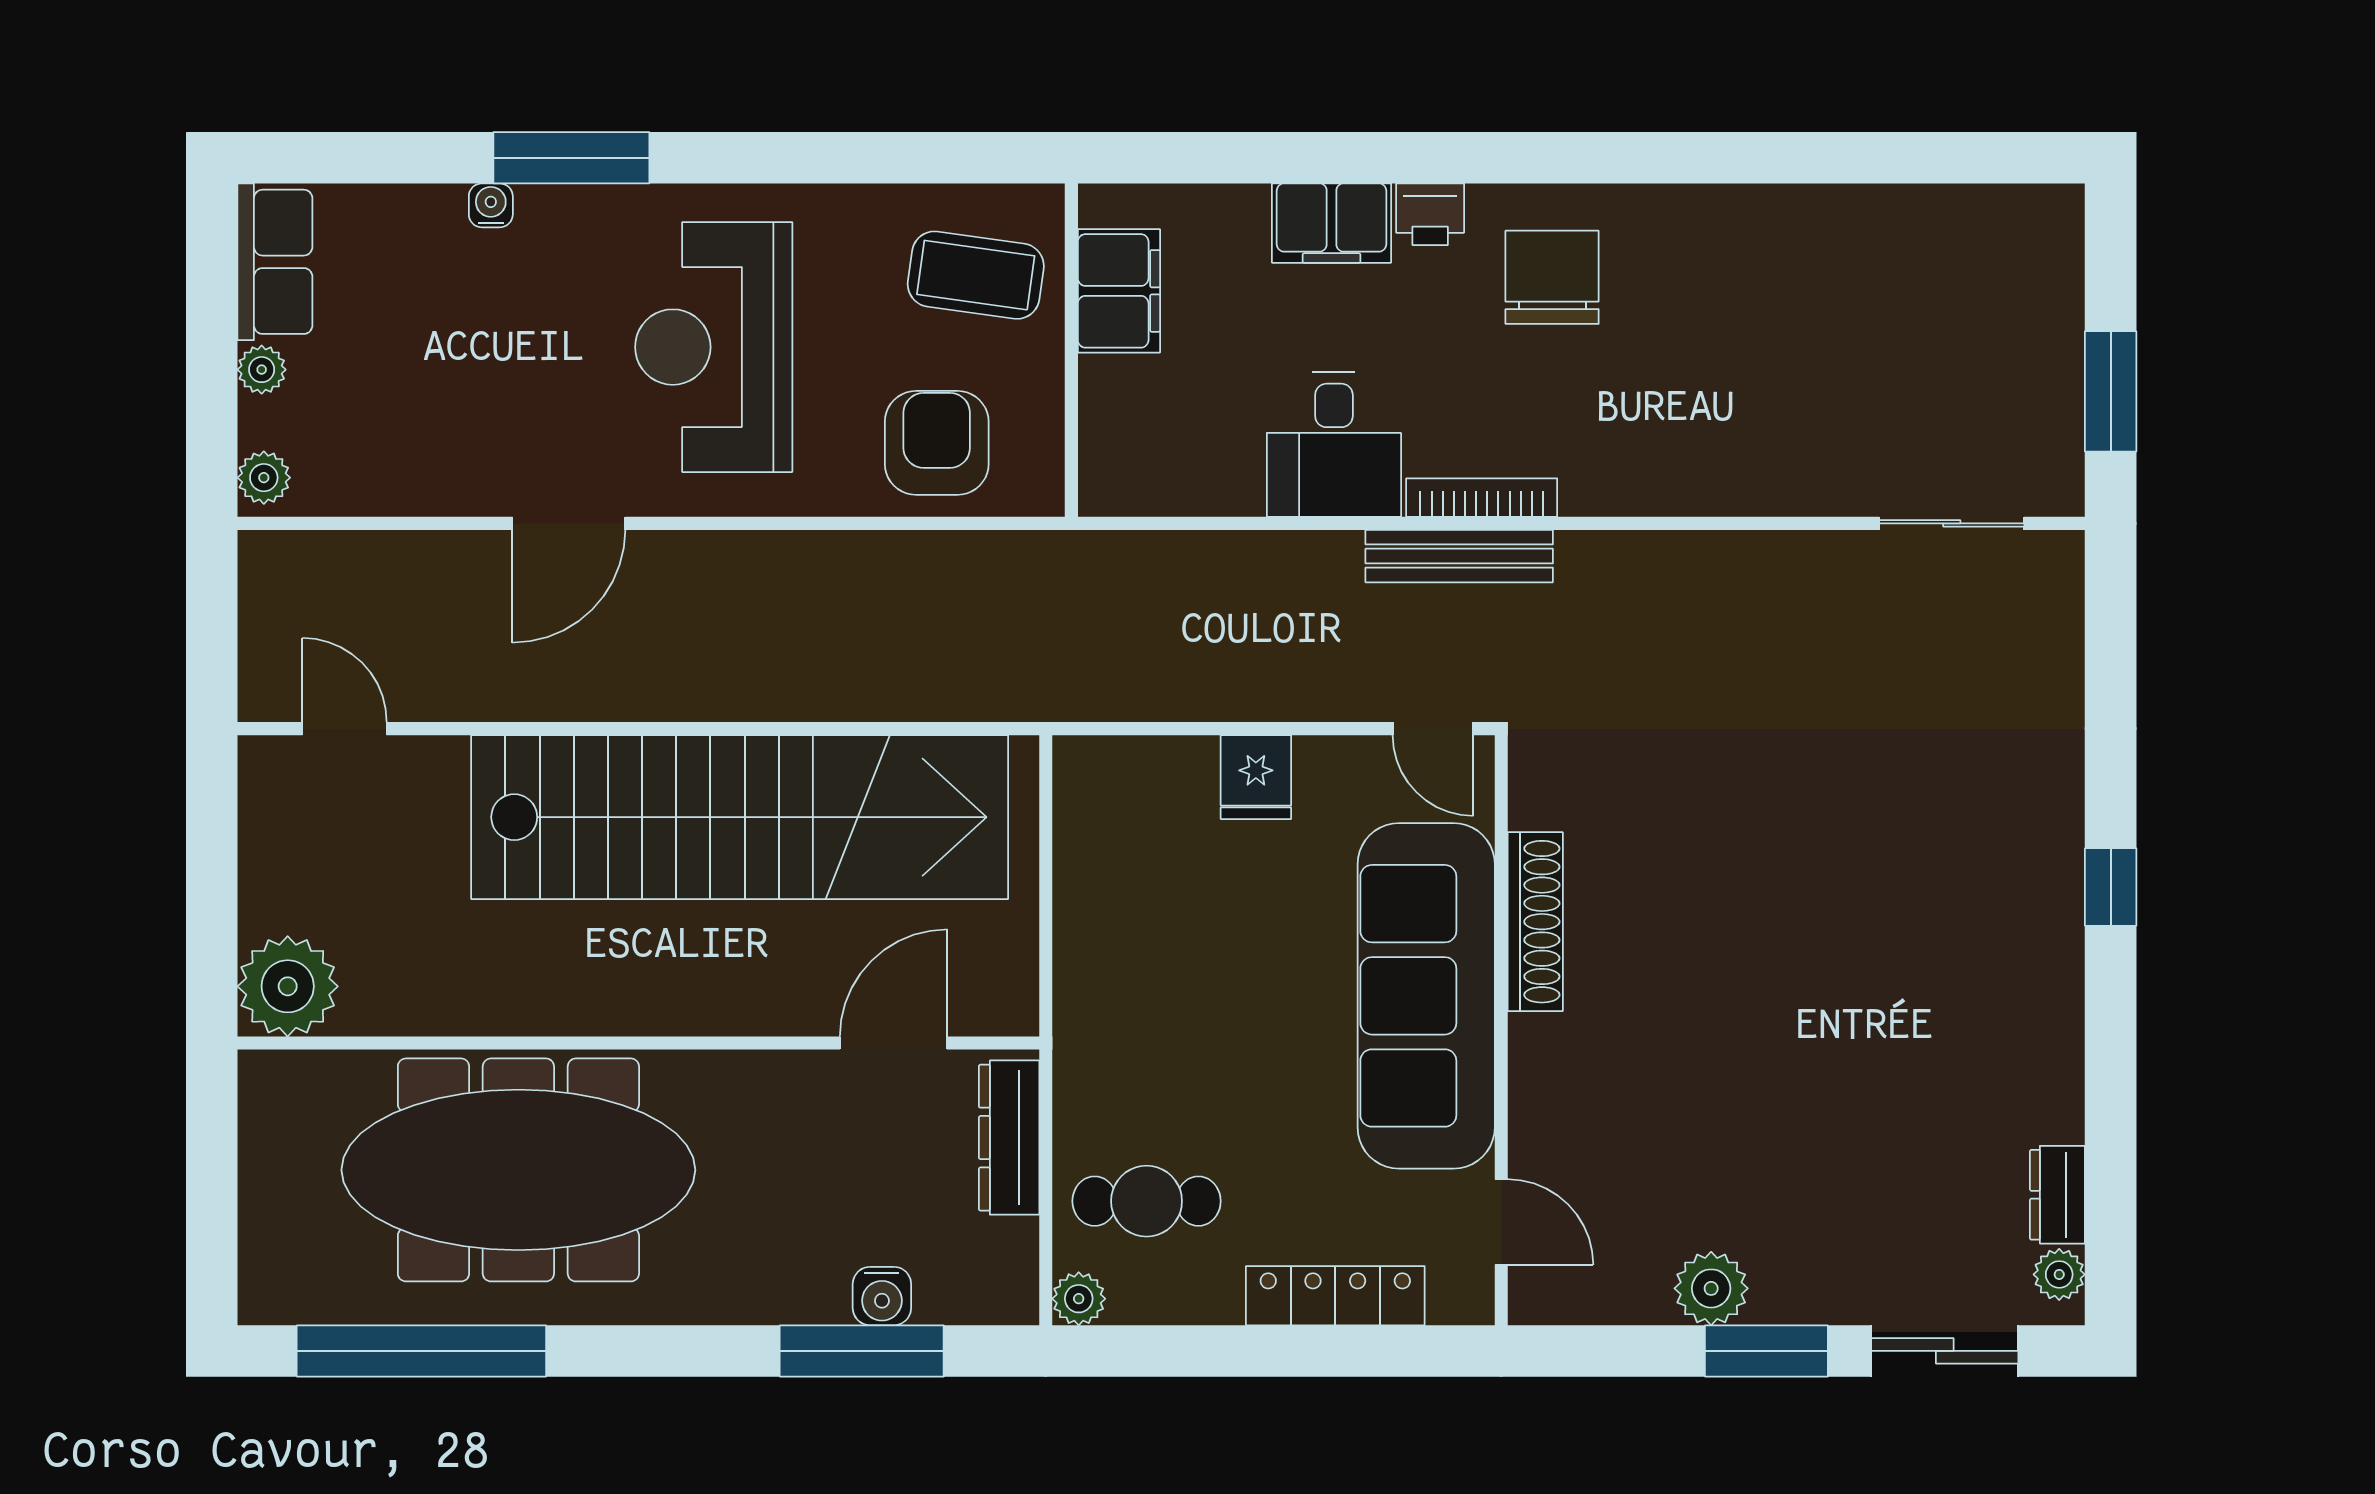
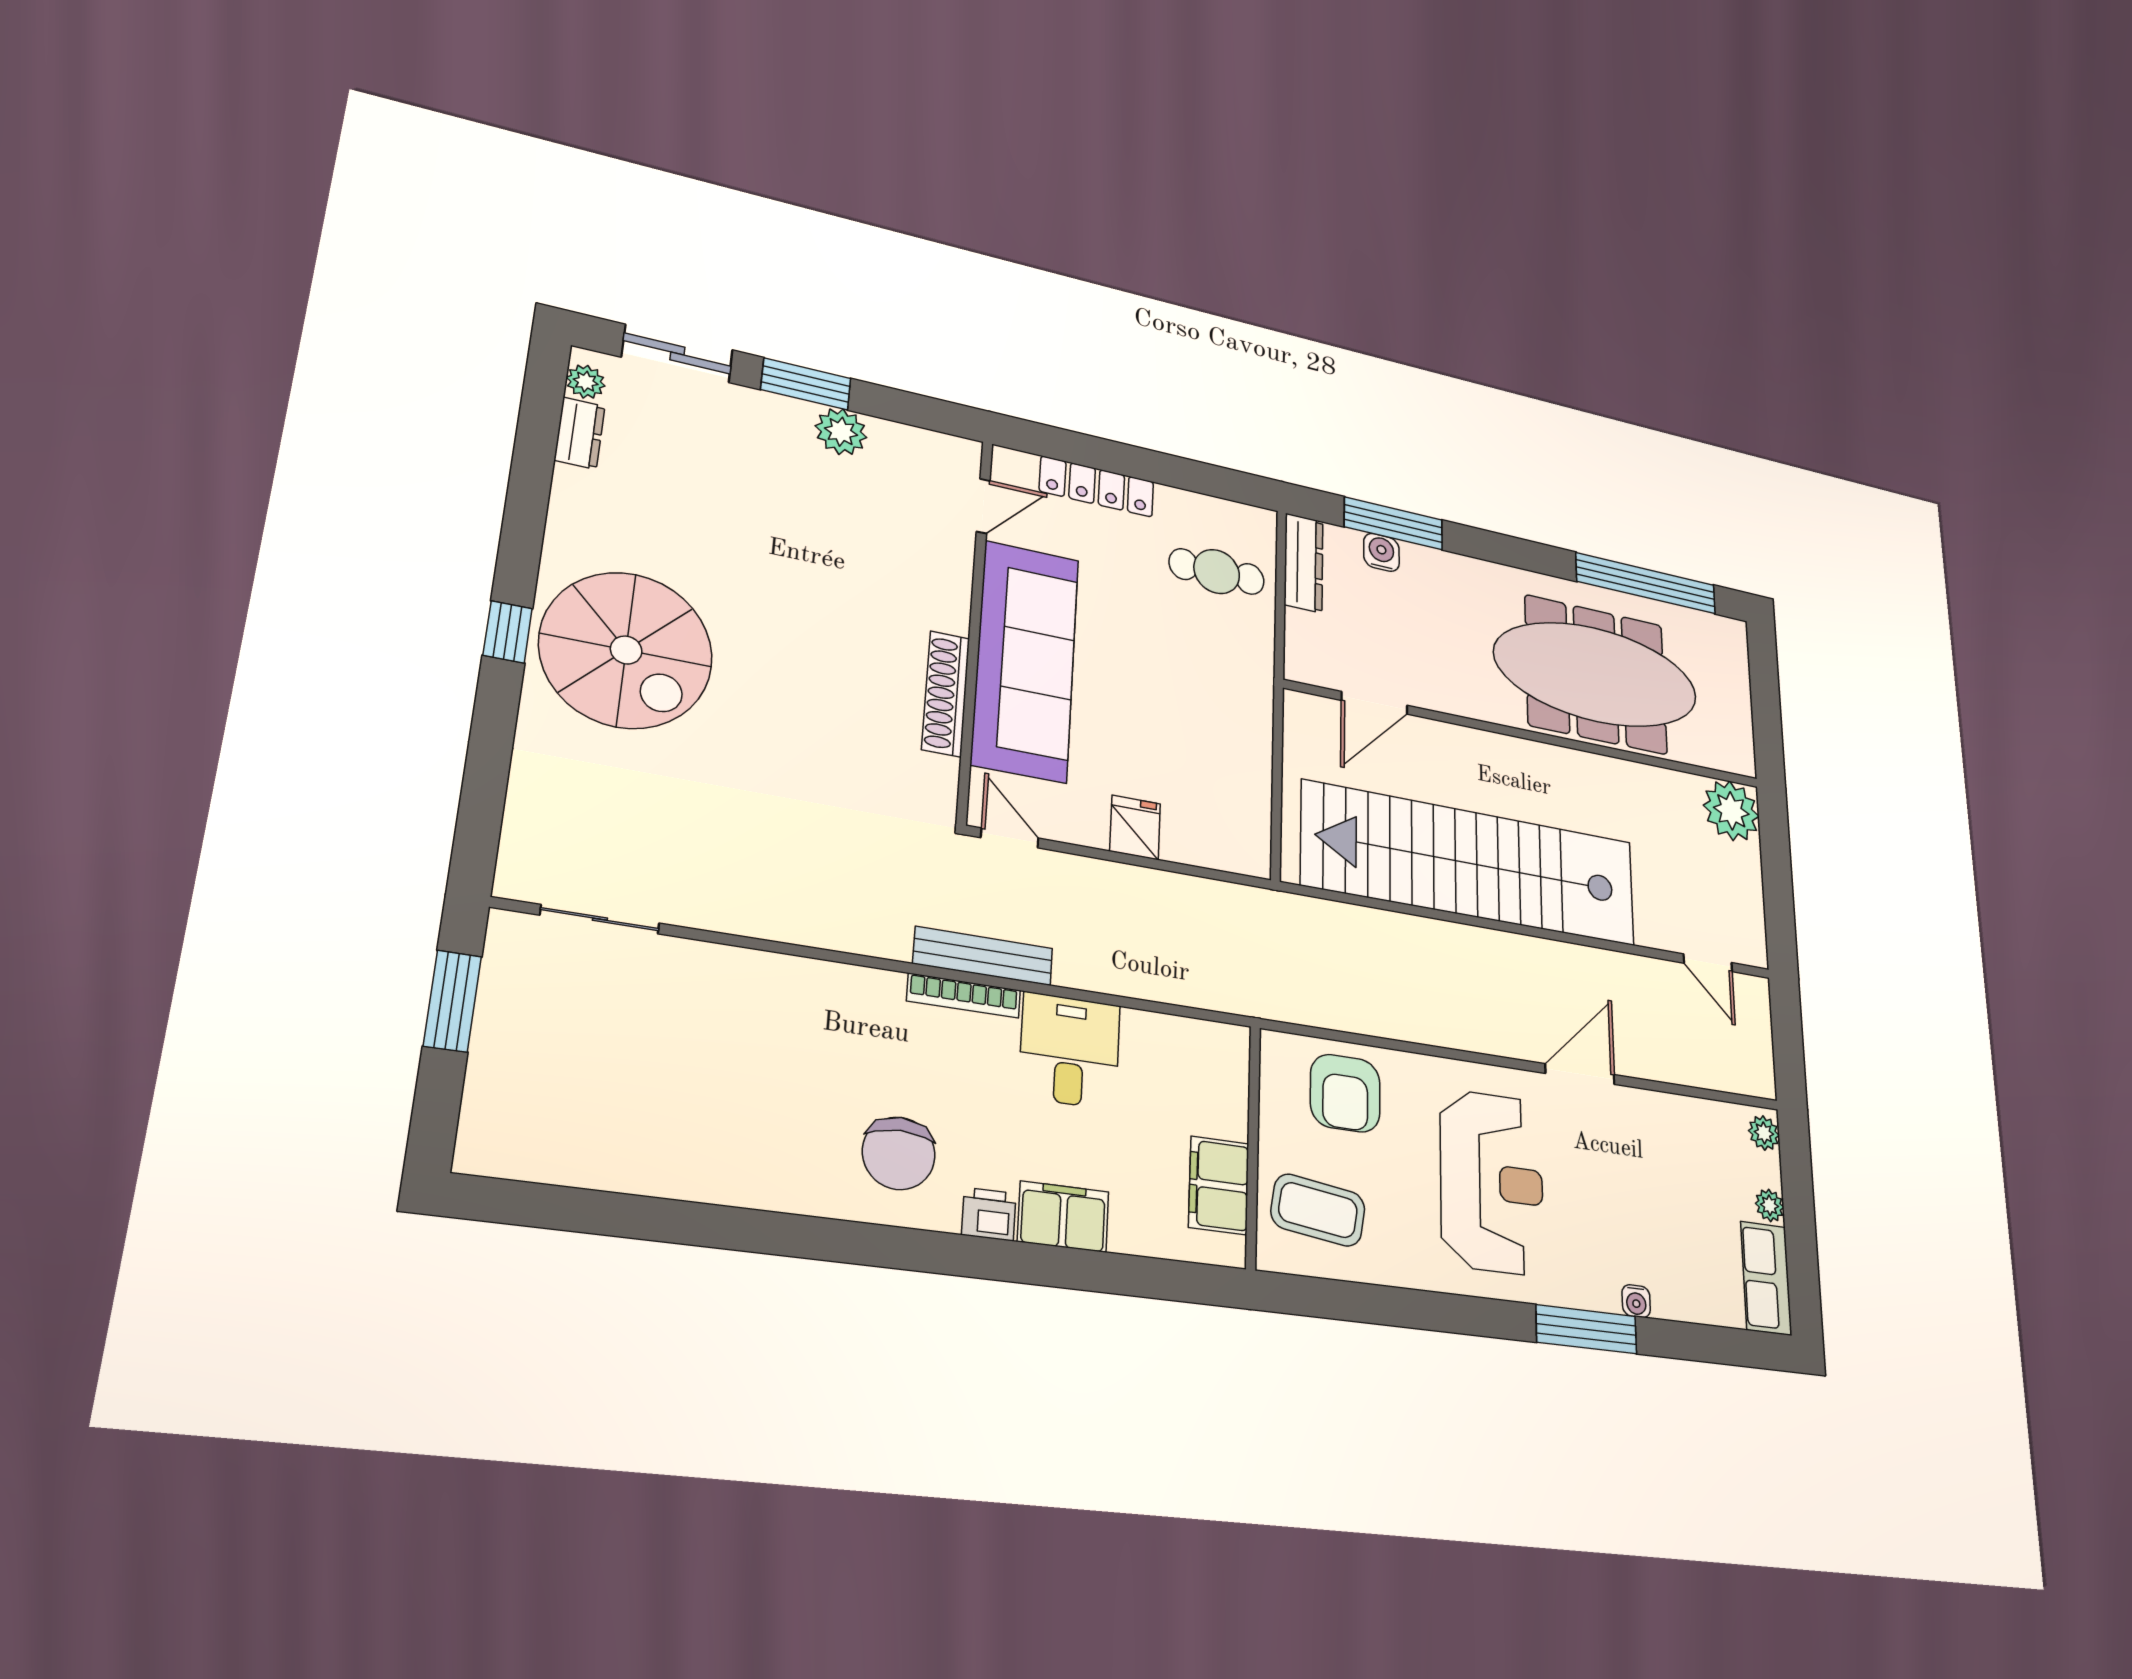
spiral stairs: (1962, 894) -> (626, 650), added
dresser: (1009, 1138) -> (1304, 563), moved
door: (1501, 1222) -> (983, 506), swing flipped
plant: (1079, 1299) -> (1261, 523), removed

